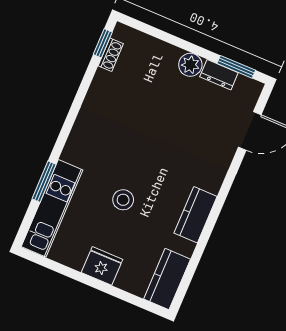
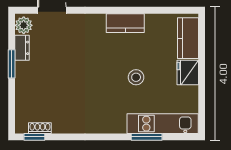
plant: (190, 65) -> (24, 25), moved
window: (236, 67) -> (12, 64), moved
kitchen counter: (167, 279) -> (188, 38), moved, turned 90

